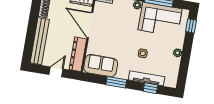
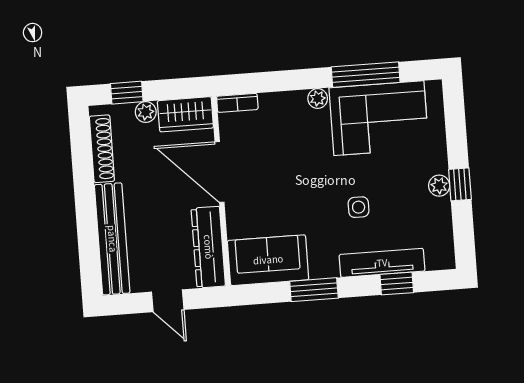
window: (191, 26) -> (460, 184), moved
door: (56, 72) -> (168, 301), swing flipped

